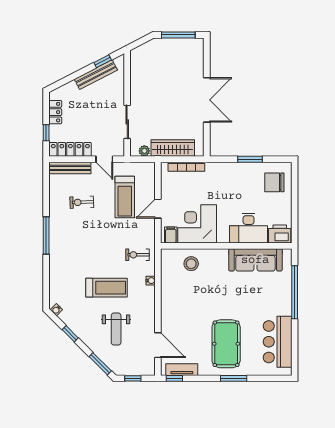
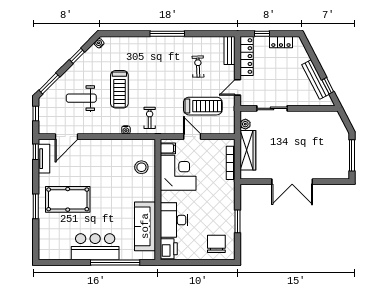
bench: (70, 168) -> (230, 51), width x0.73
treadmill: (125, 197) -> (203, 106), turned 180
bar counter: (278, 342) -> (95, 247), moved

